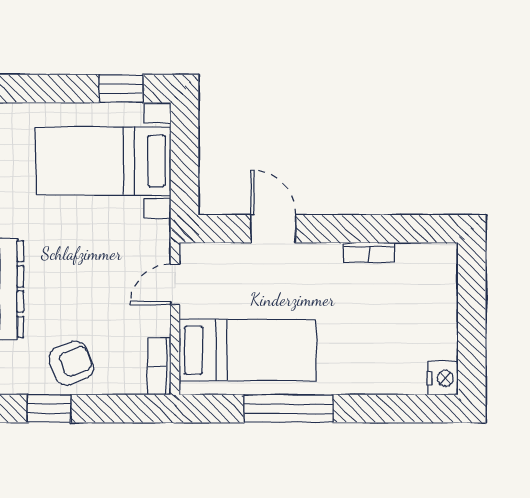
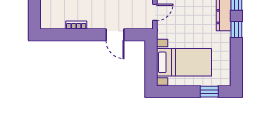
window: (121, 89) -> (209, 92), moved

